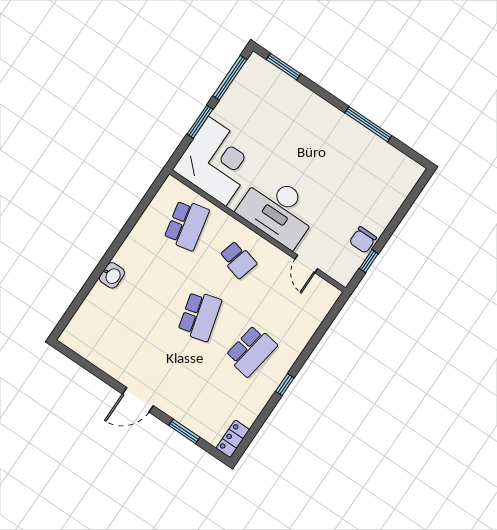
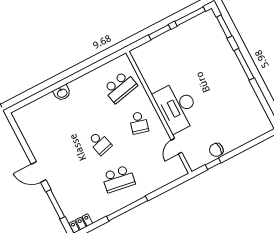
window: (368, 124) -> (244, 64), moved
corner desk: (217, 161) -> (157, 60), removed
school desk: (200, 316) -> (100, 143), width x0.54
window: (285, 385) -> (127, 209), width x3.17
window: (184, 431) -> (55, 204), width x1.44

